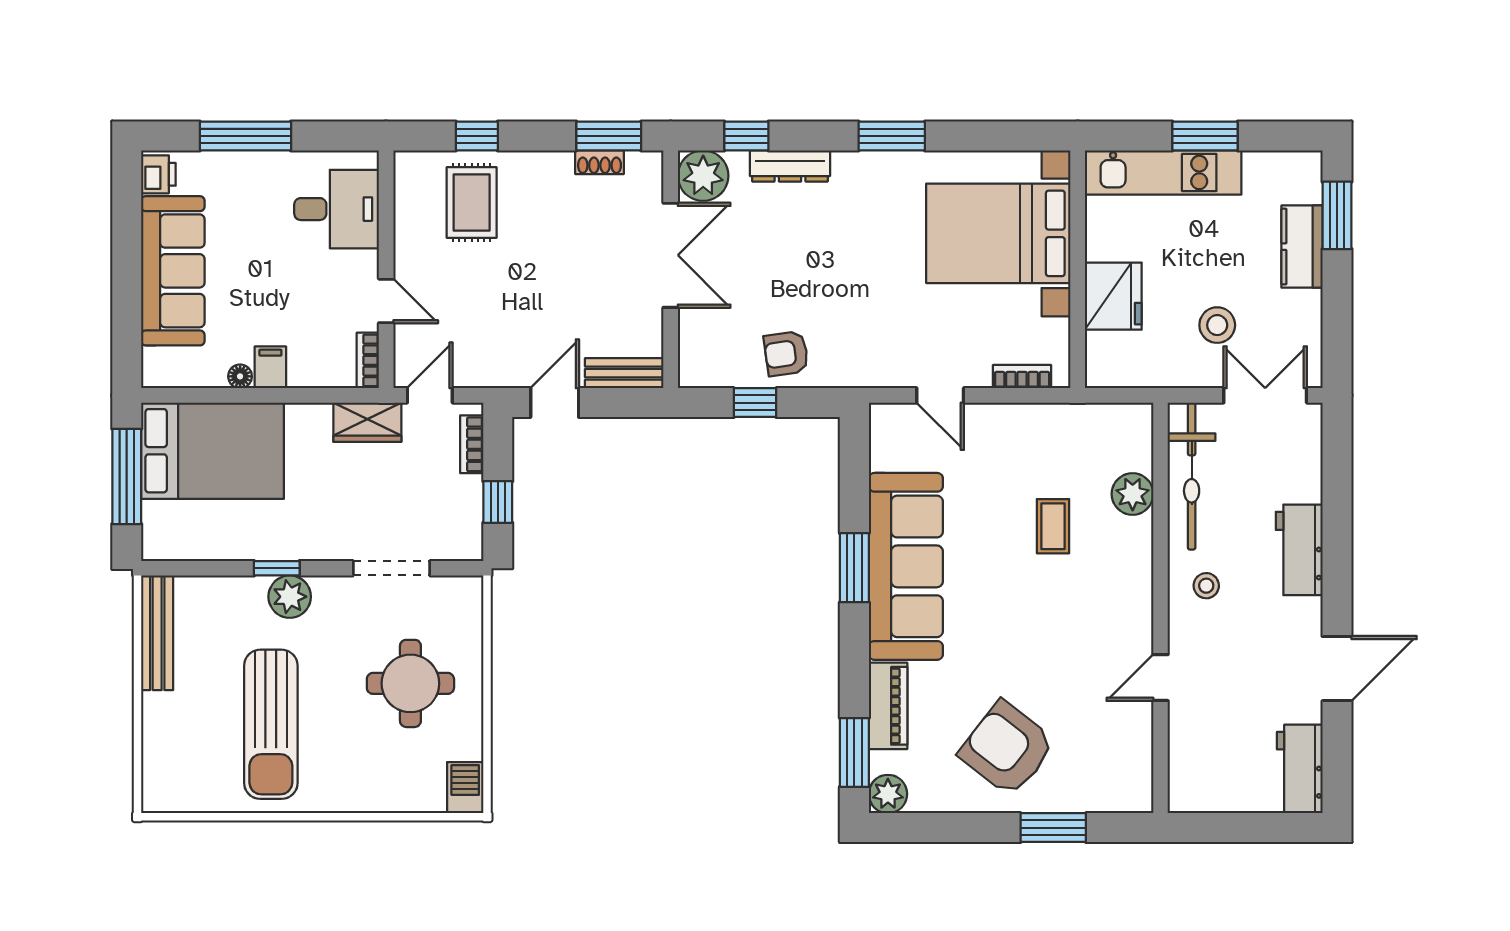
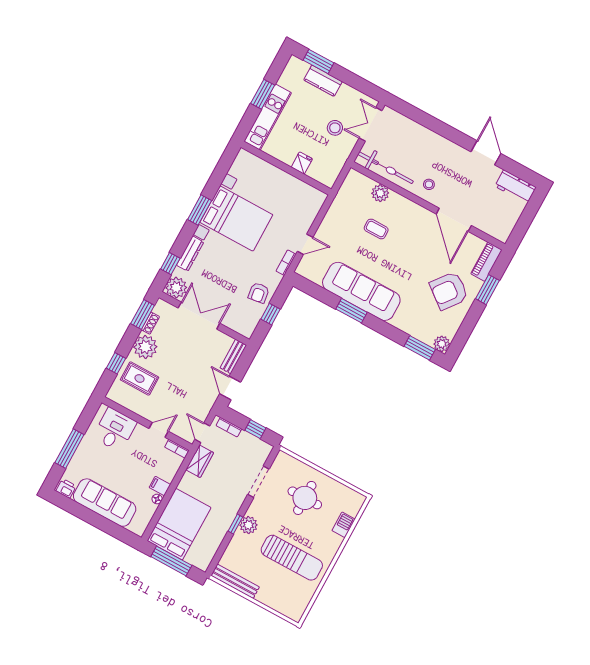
plant: (544, 179) -> (145, 347), added
bed with nightstands: (998, 233) -> (236, 218), moved, turned -90
fridge: (1113, 296) -> (302, 163), width x0.53, depth x0.75
bookcase: (1022, 377) -> (286, 263), moved
workbench: (1299, 550) -> (434, 143), removed
door: (1161, 678) -> (454, 220), width x1.87
piano: (888, 706) -> (486, 262), moved, turned -90
barbecue: (465, 788) -> (344, 525), moved, turned 90

